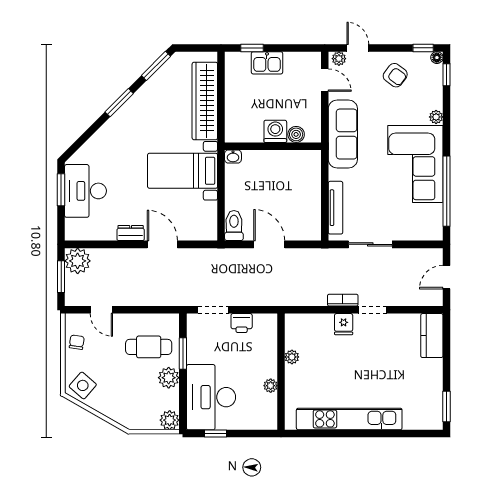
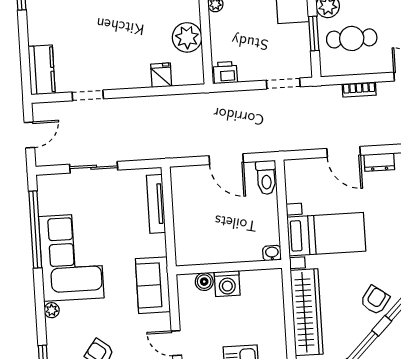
armchair: (142, 108) -> (375, 300), added
sofa: (343, 134) -> (153, 285), width x0.73
sliding door: (370, 244) -> (94, 167), moved
bookcase: (343, 300) -> (359, 90), moved
doorway: (372, 310) -> (88, 95), moved
printer: (242, 323) -> (225, 72), moved
fridge: (344, 324) -> (161, 75), moved
plant: (292, 357) -> (187, 37), width x1.88, depth x1.88

